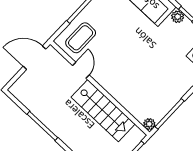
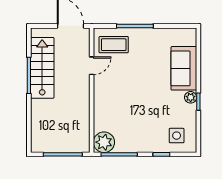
stairs: (103, 111) -> (42, 68), moved, turned 180
plant: (149, 124) -> (104, 142), width x1.88, depth x1.88

